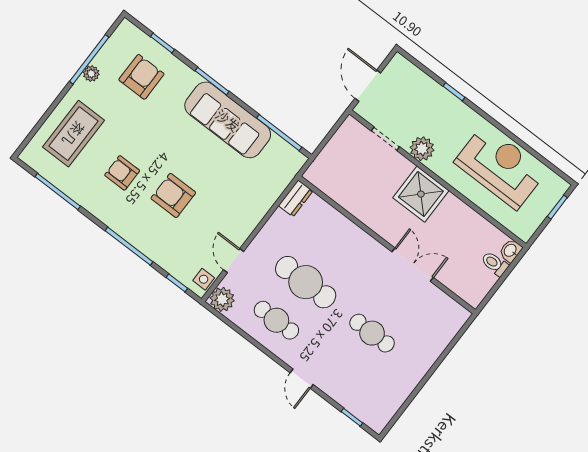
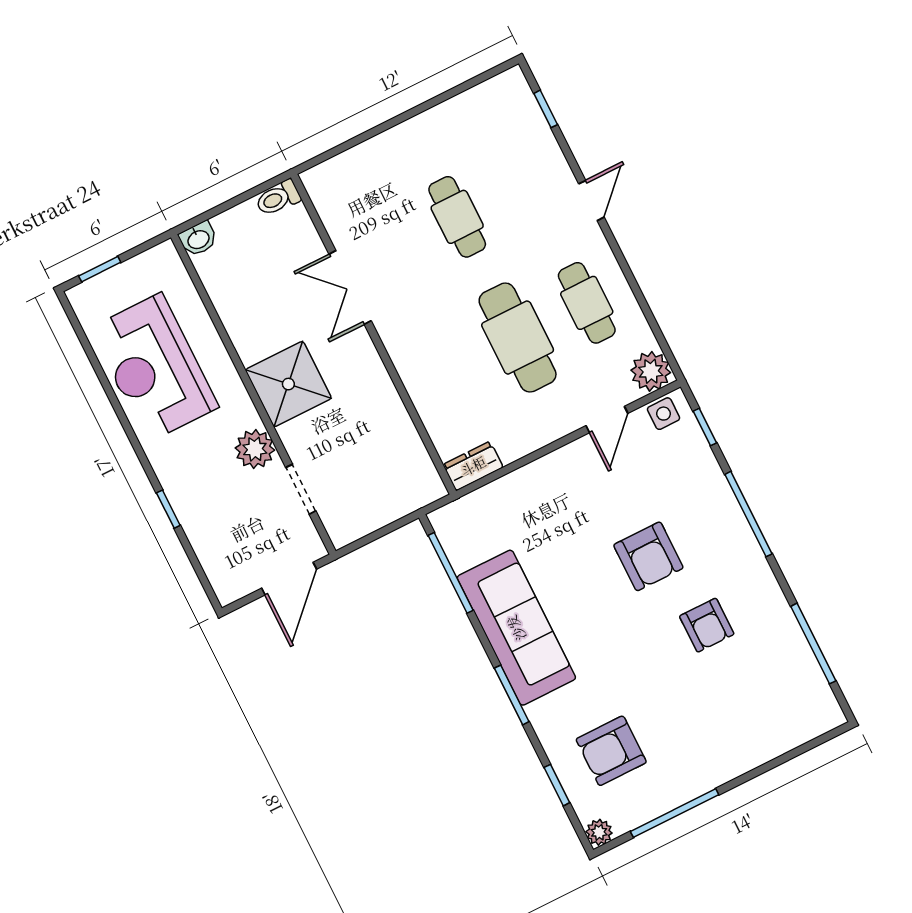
plant: (91, 74) -> (599, 832), moved
coffee table: (74, 134) -> (750, 716), removed
toilet: (495, 264) -> (278, 198), moved, turned 90

